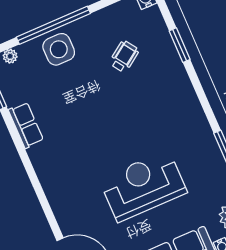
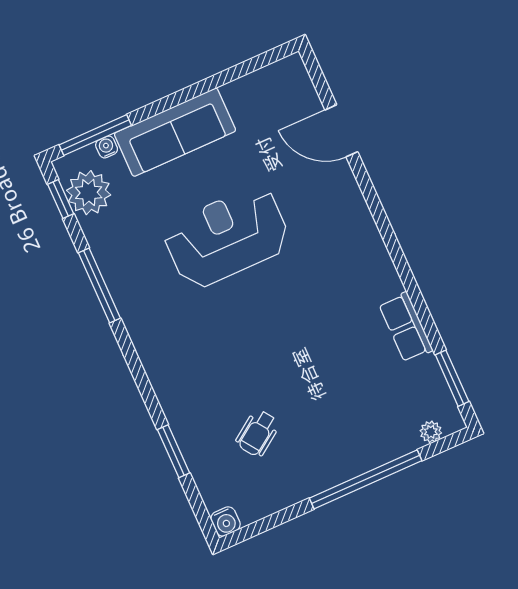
side table: (59, 49) -> (357, 443), removed
reception desk: (143, 186) -> (227, 237), turned 180

